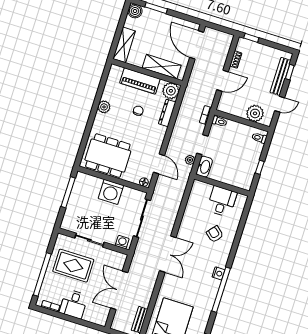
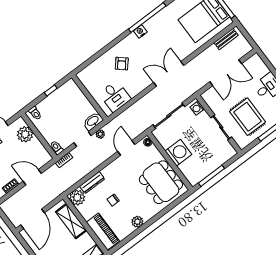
piano: (140, 81) -> (103, 232), moved
desk: (222, 201) -> (115, 96), moved, turned -90

